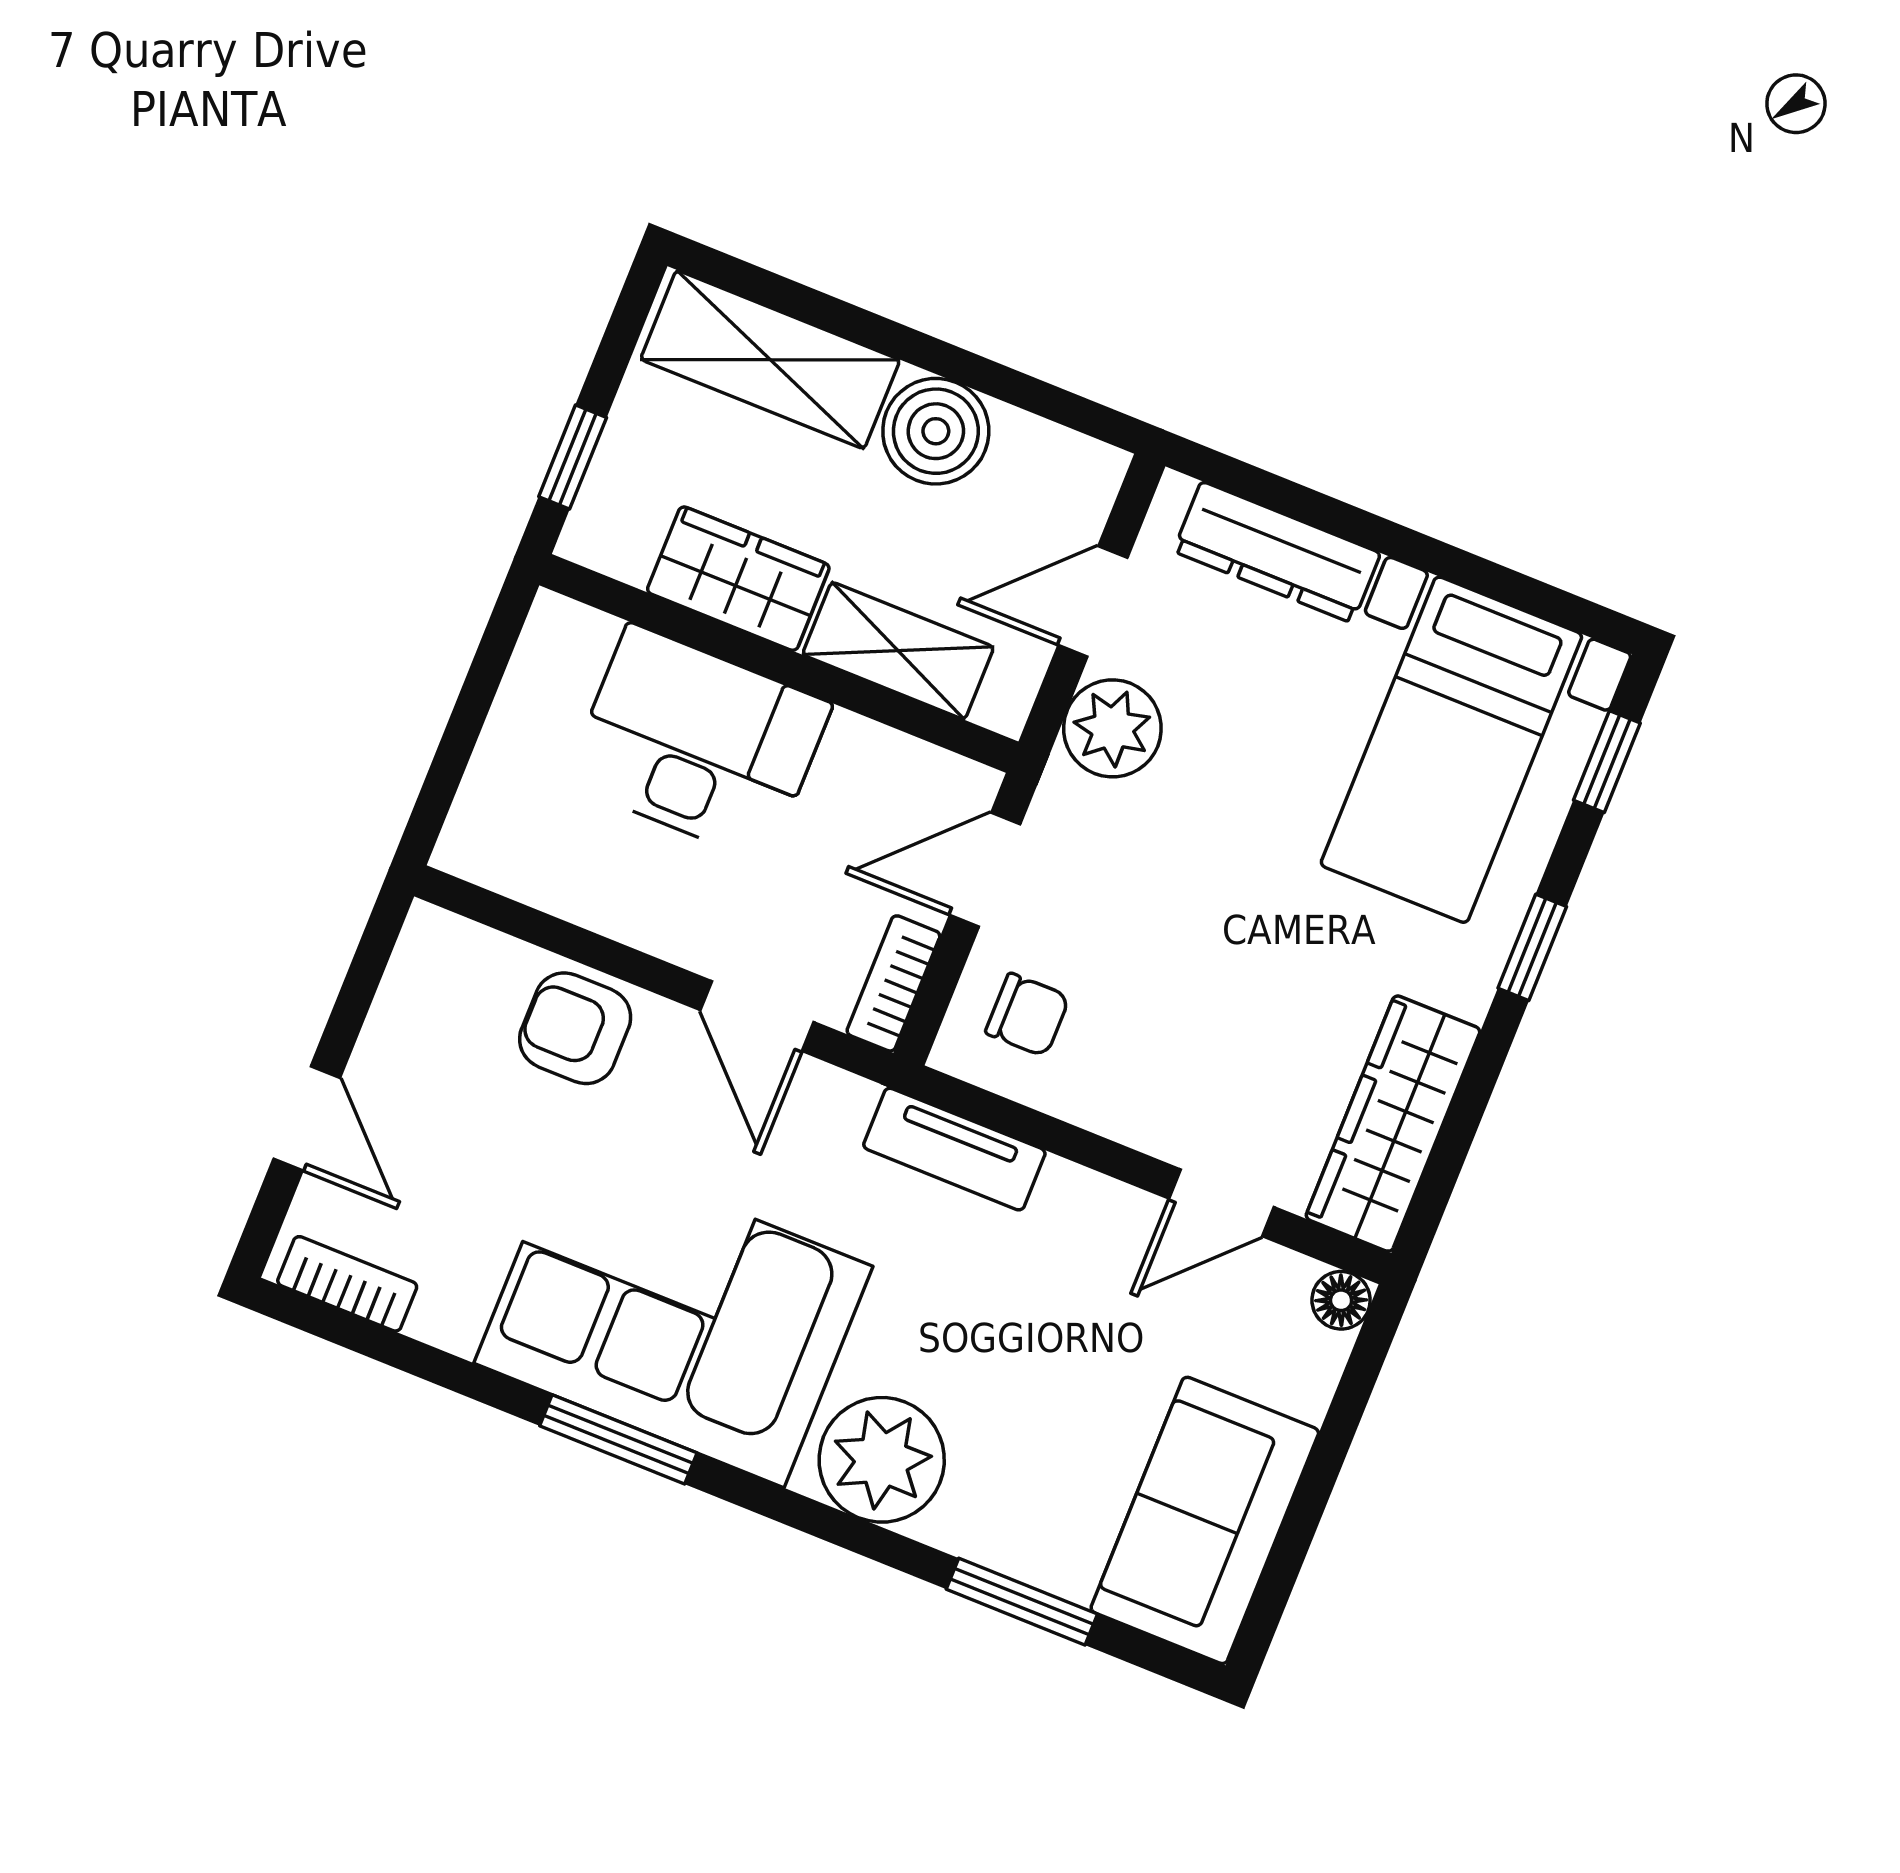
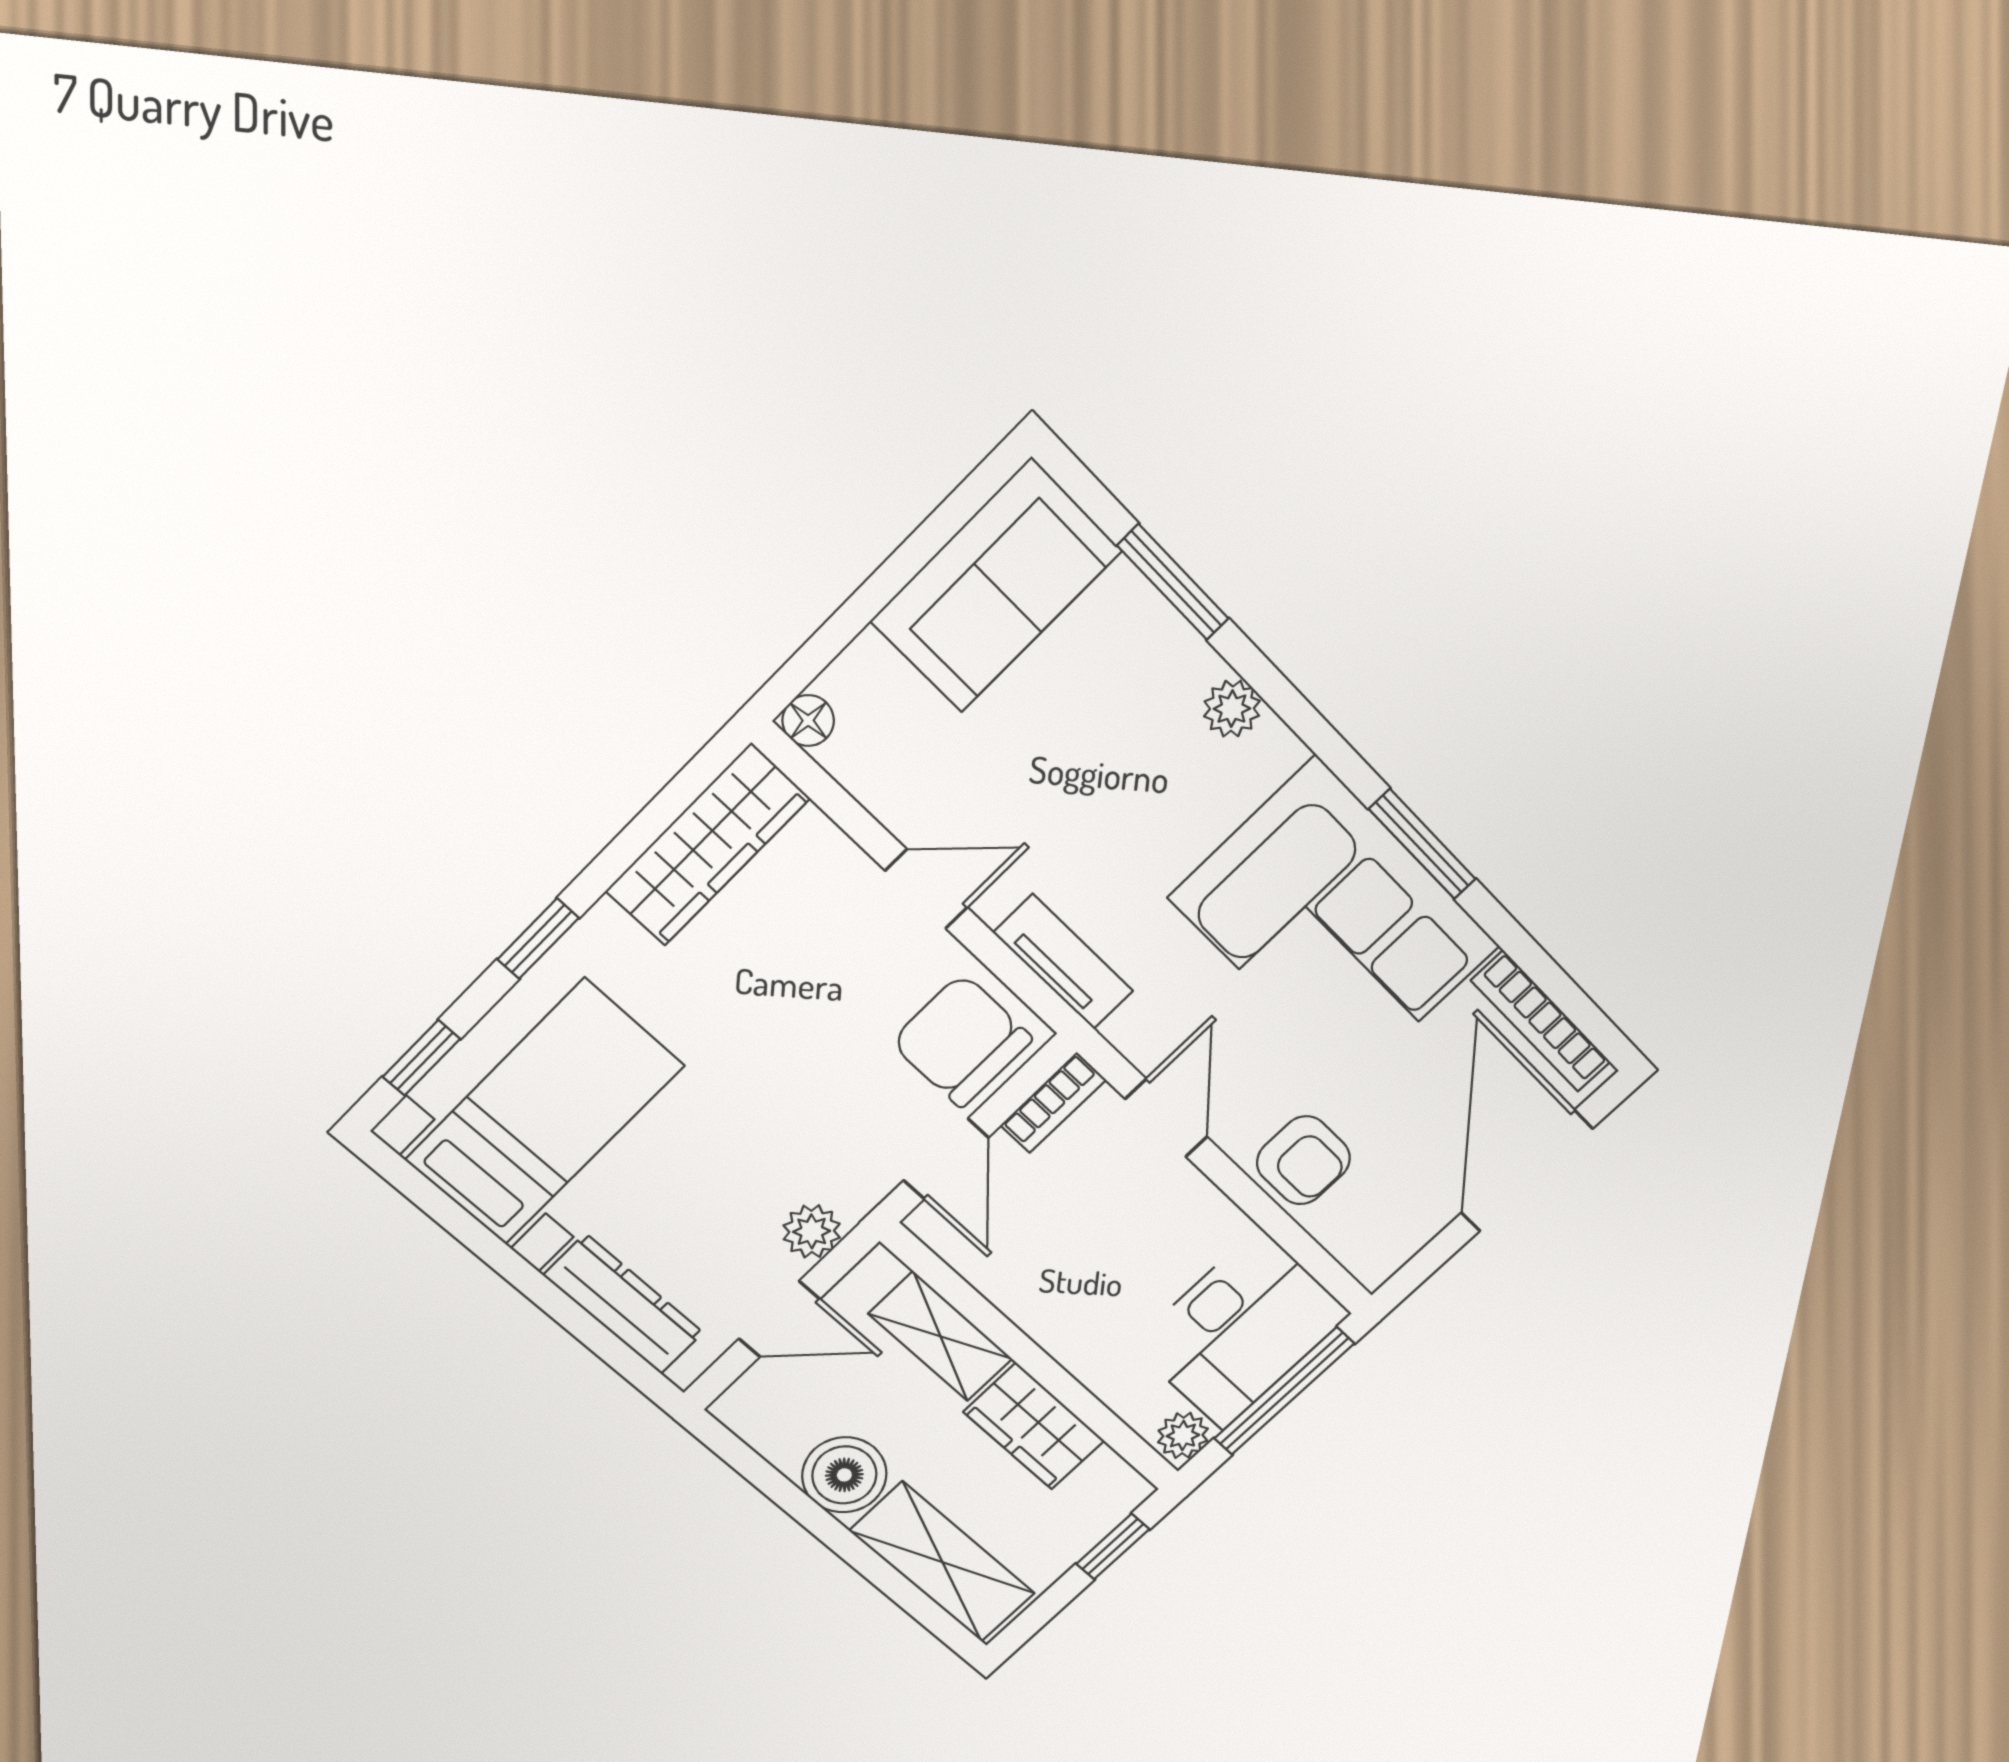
plant: (555, 634) -> (1183, 1435), added
plant: (1112, 728) -> (812, 1231), width x0.73, depth x0.73
window: (460, 737) -> (1284, 1391), added
desk: (698, 743) -> (1241, 1330), moved, turned -90
door: (985, 870) -> (946, 1159), hinge flipped
chair: (1027, 1015) -> (962, 1041), width x1.87, depth x1.87
door: (307, 1118) -> (1527, 1171), width x1.87
door: (1221, 1203) -> (926, 889), moved
bookcase: (347, 1284) -> (1541, 1021), width x1.56
plant: (882, 1460) -> (1232, 709), width x0.53, depth x0.53

